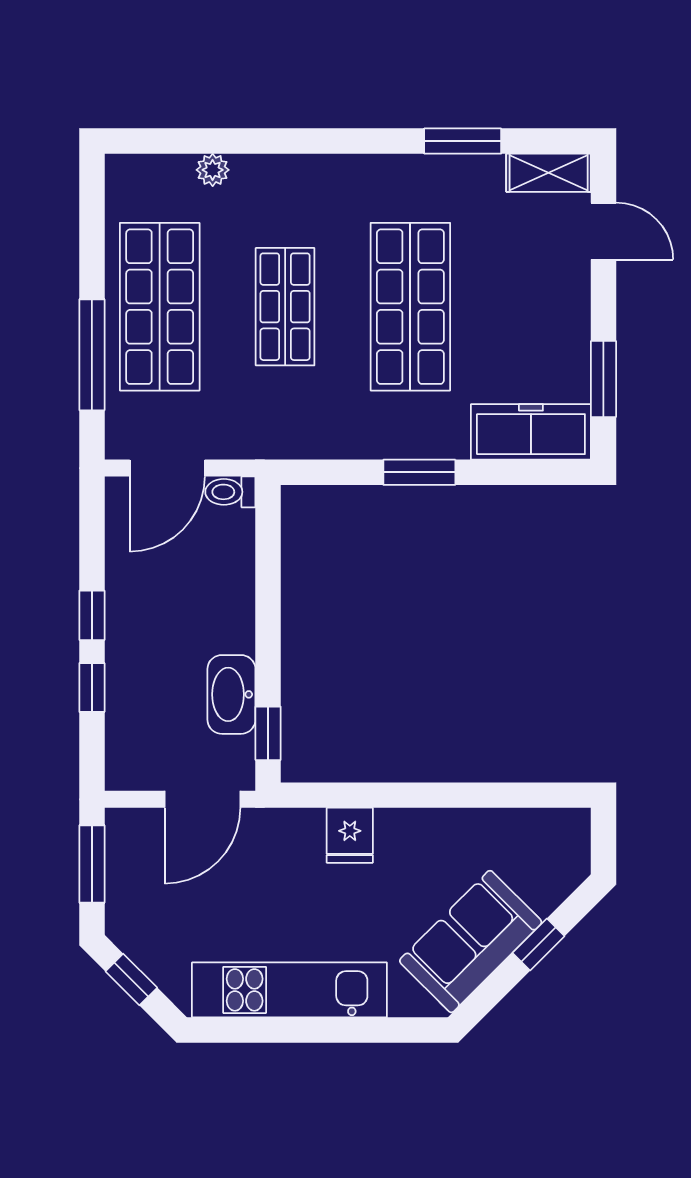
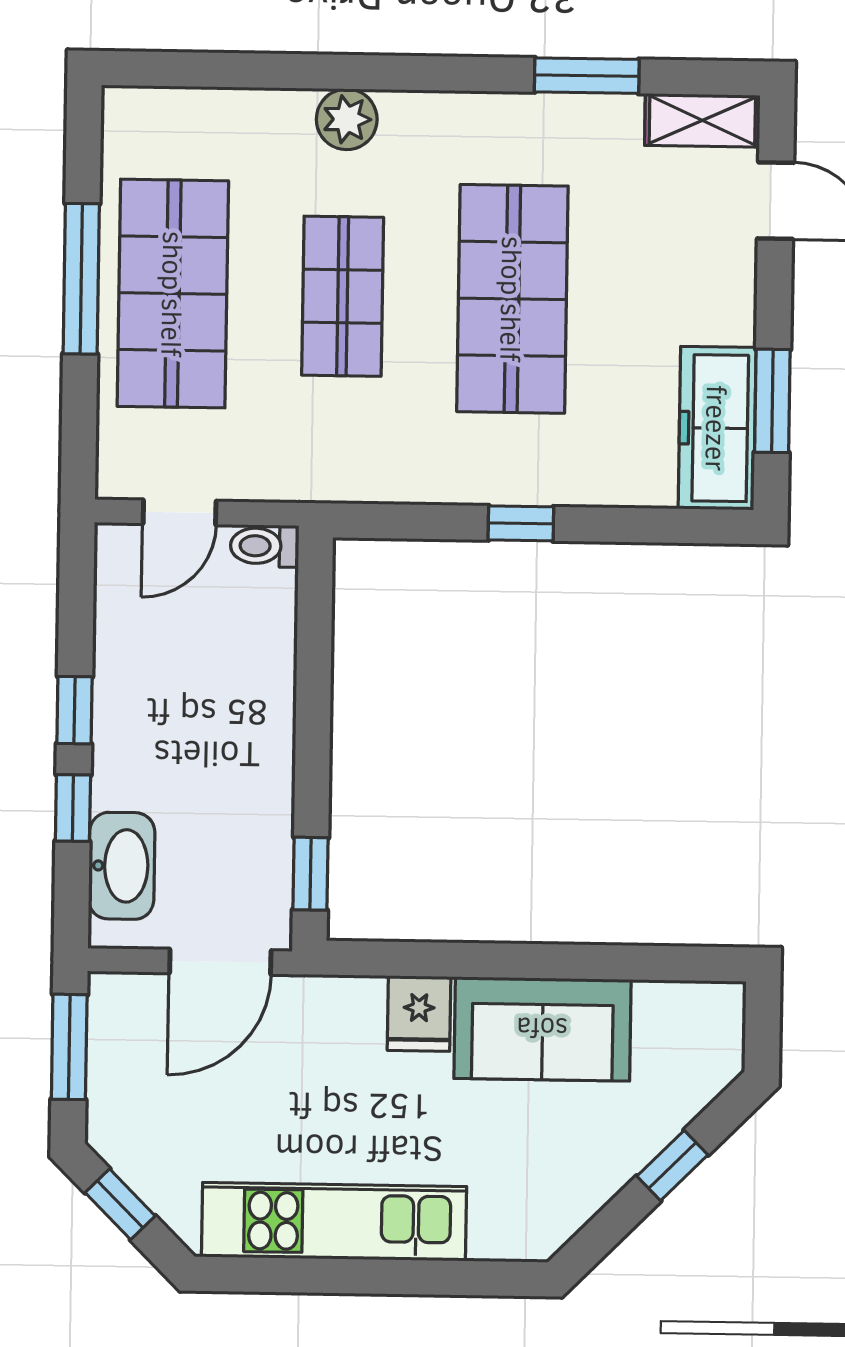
plant: (213, 170) -> (347, 119), moved, width x1.38, depth x1.38
window: (92, 355) -> (81, 279), moved
freezer: (531, 432) -> (717, 428), moved, turned -90
door: (167, 468) -> (180, 512), width x0.73
window: (419, 472) -> (521, 523), width x0.67
washbasin: (231, 694) -> (122, 866), moved, turned 180
sofa: (471, 942) -> (542, 1029), moved, turned -135

